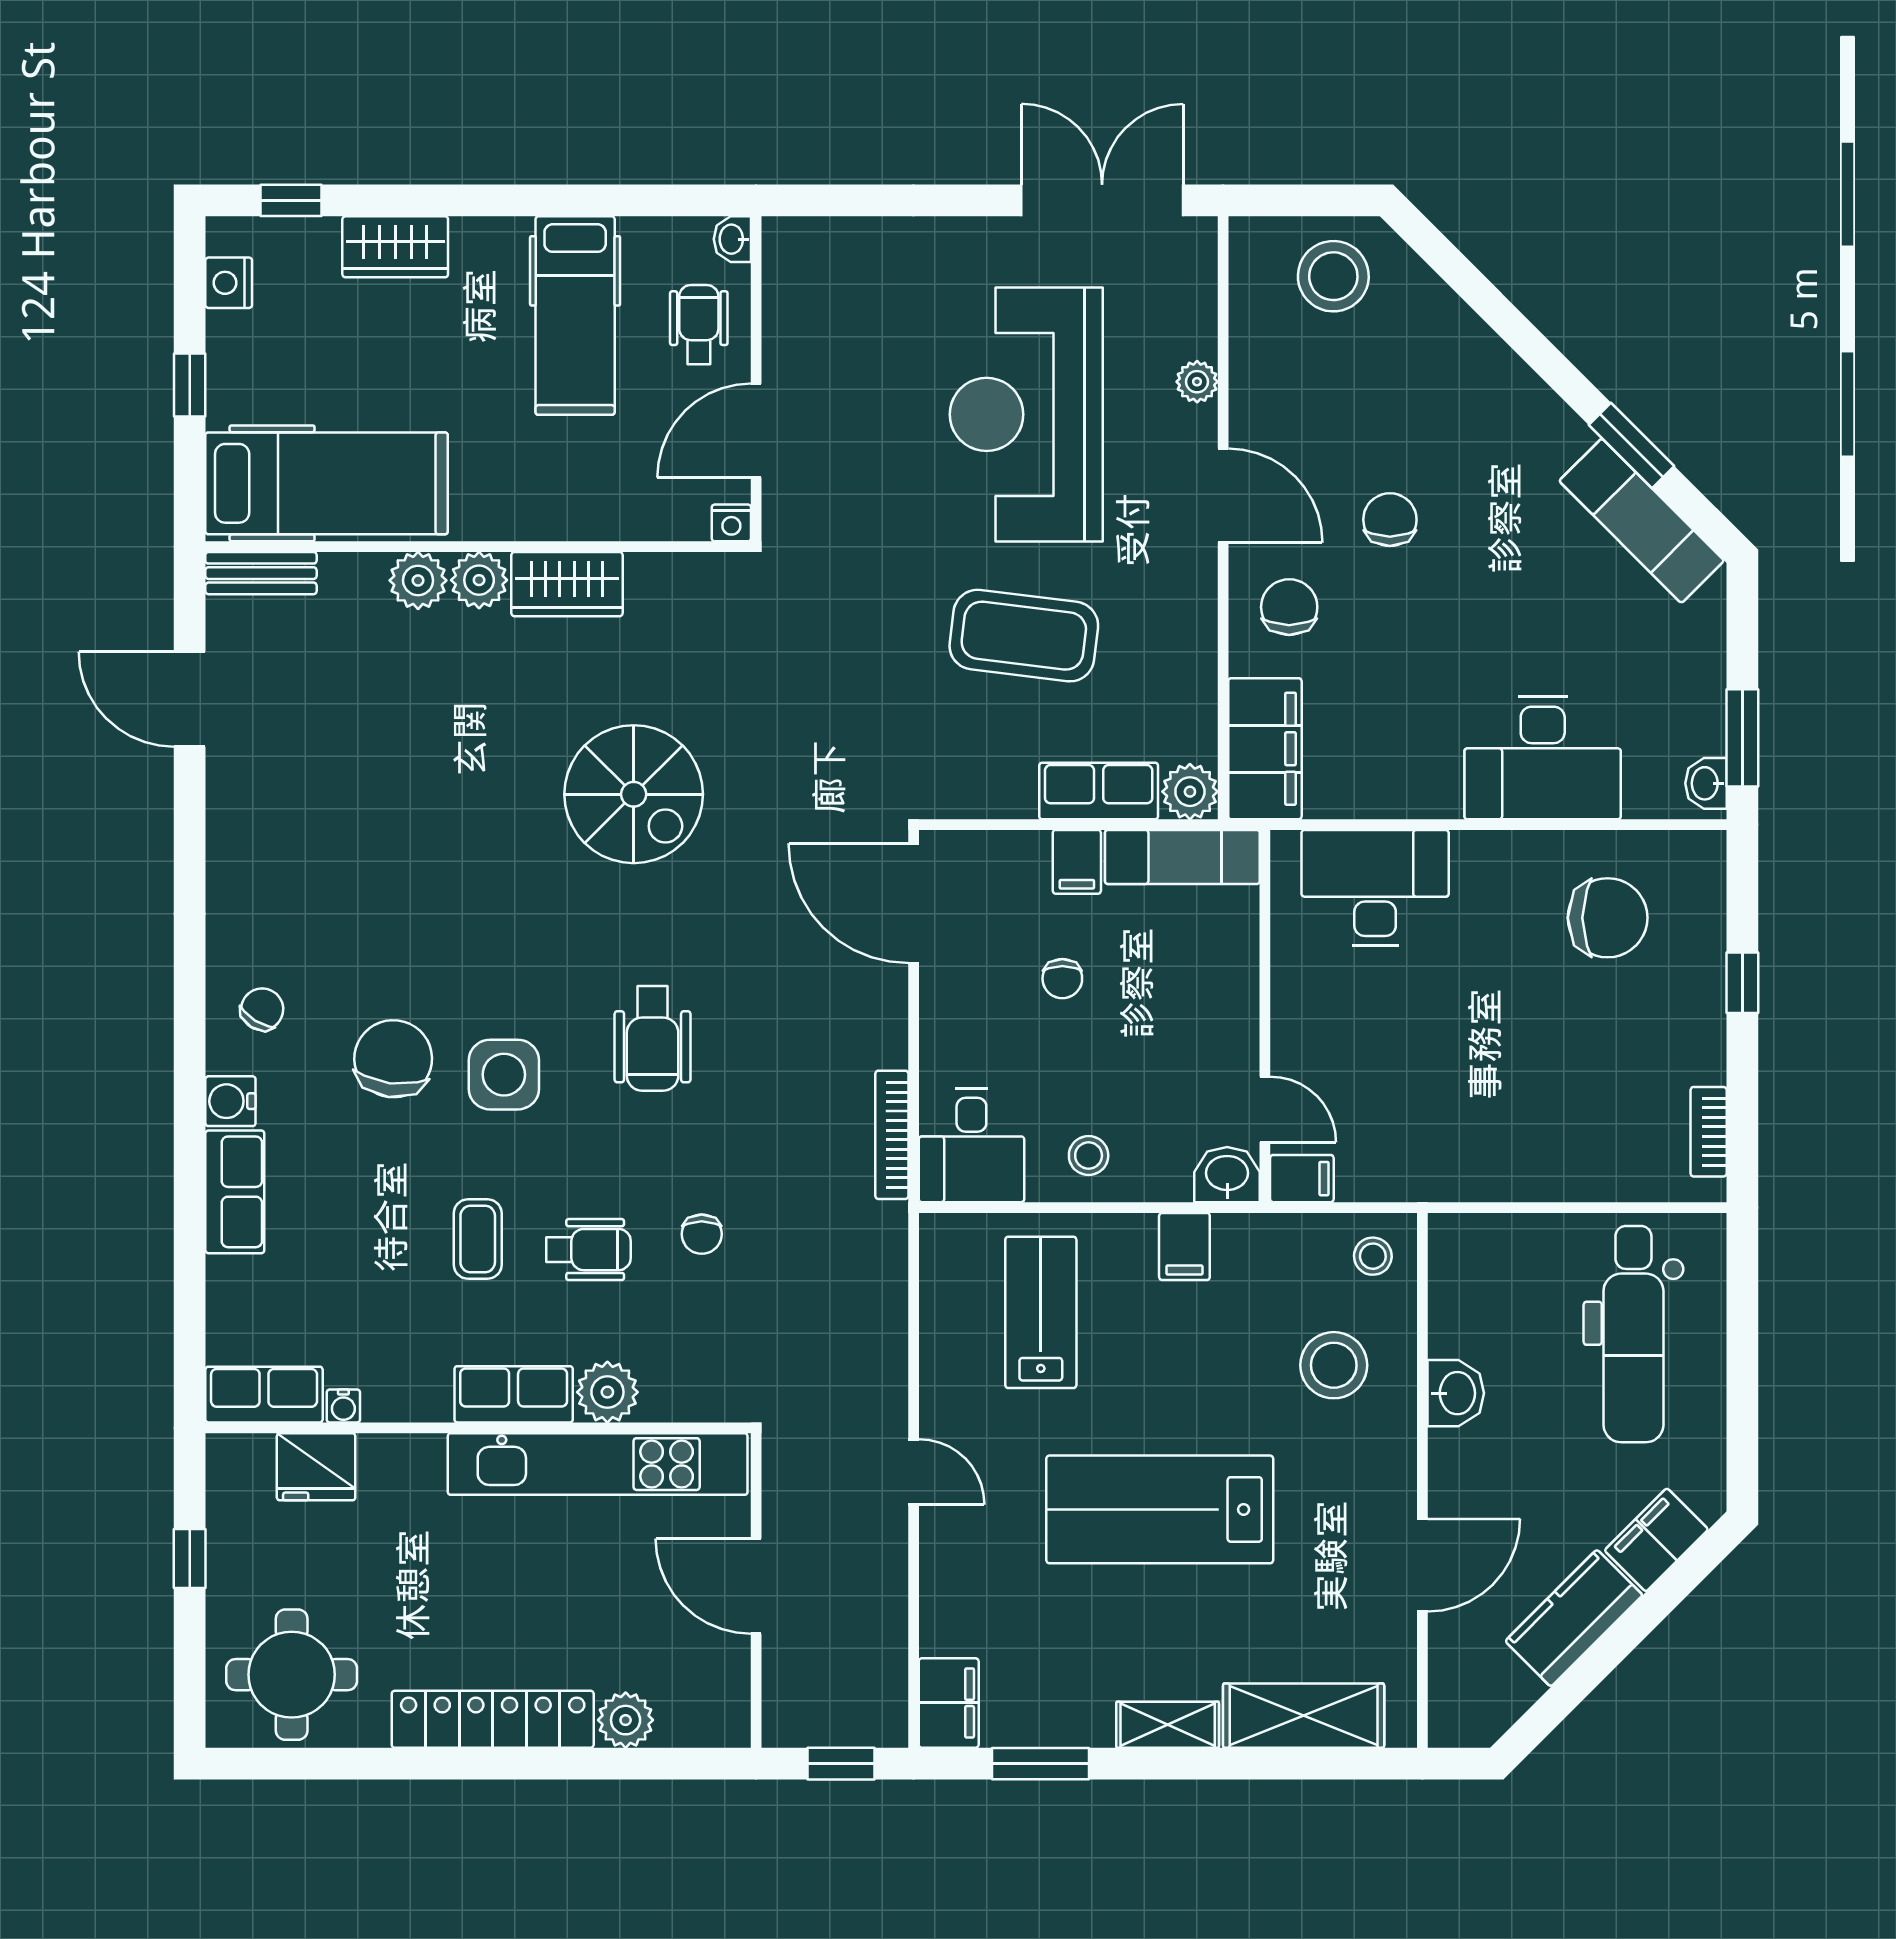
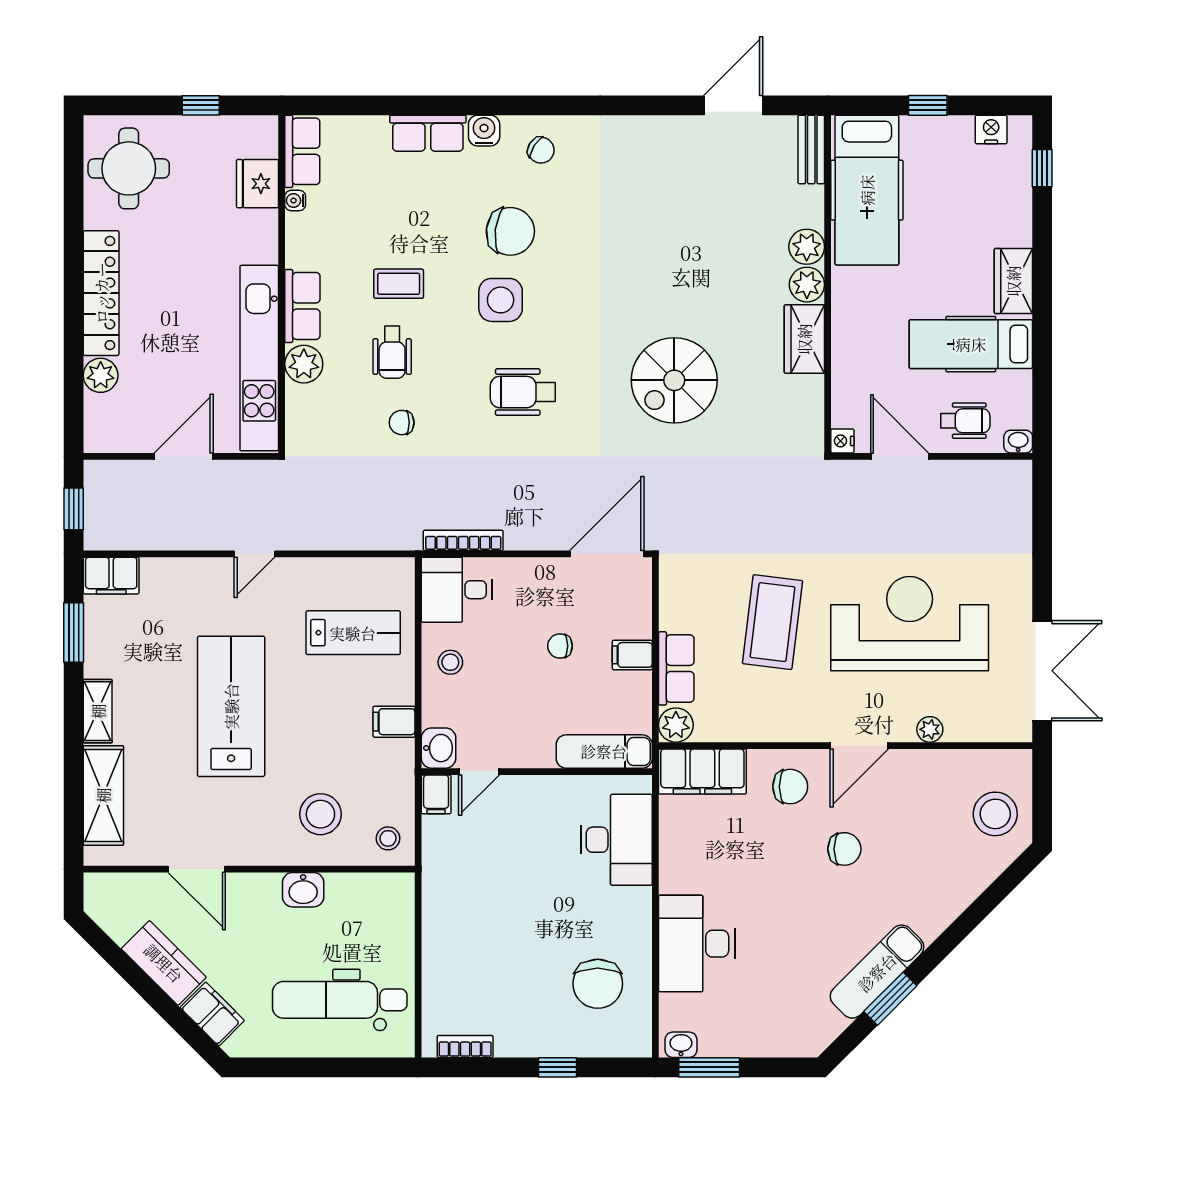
wardrobe: (395, 247) -> (1013, 281), moved
exam couch: (1642, 521) -> (877, 972), moved
exam couch: (1182, 857) -> (604, 751), moved, turned 90

